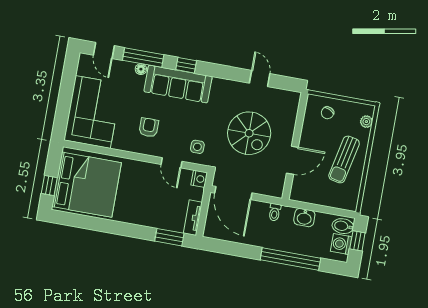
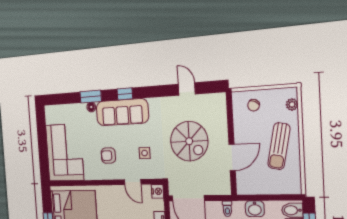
door: (104, 50) -> (61, 99), removed
window: (143, 57) -> (91, 97), width x0.69
armchair: (149, 127) -> (108, 155), turned -91
side table: (197, 147) -> (145, 153), moved

